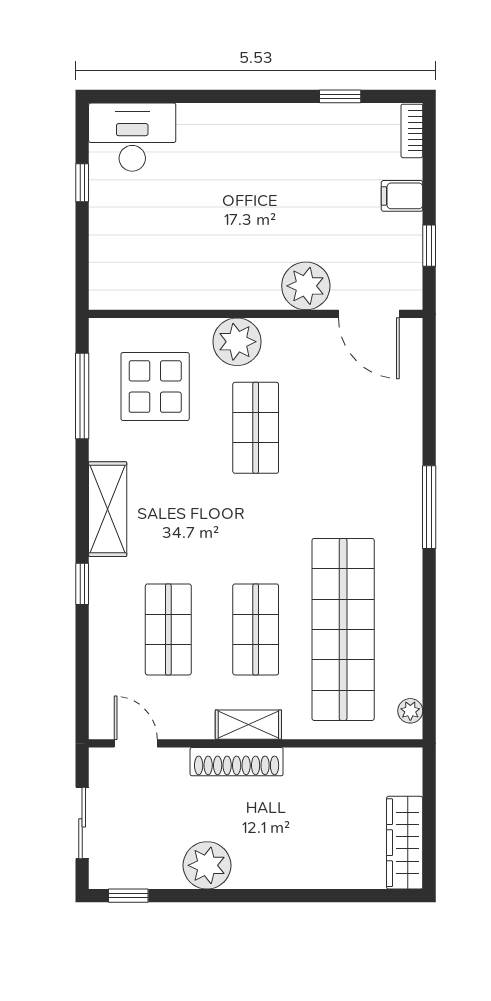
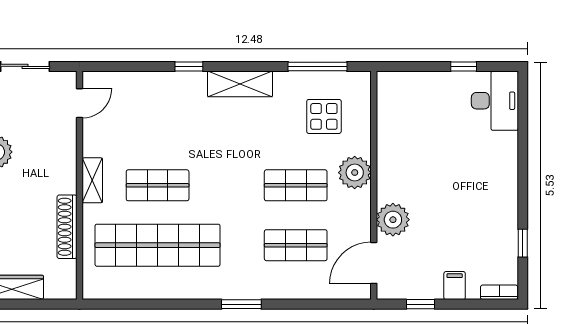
display table: (155, 387) -> (324, 116), width x0.73, depth x0.73
window: (429, 507) -> (241, 304), width x0.69
shop shelf: (168, 629) -> (296, 245), moved
plant: (410, 711) -> (102, 291), removed
shoe rack: (237, 762) -> (67, 227), moved

